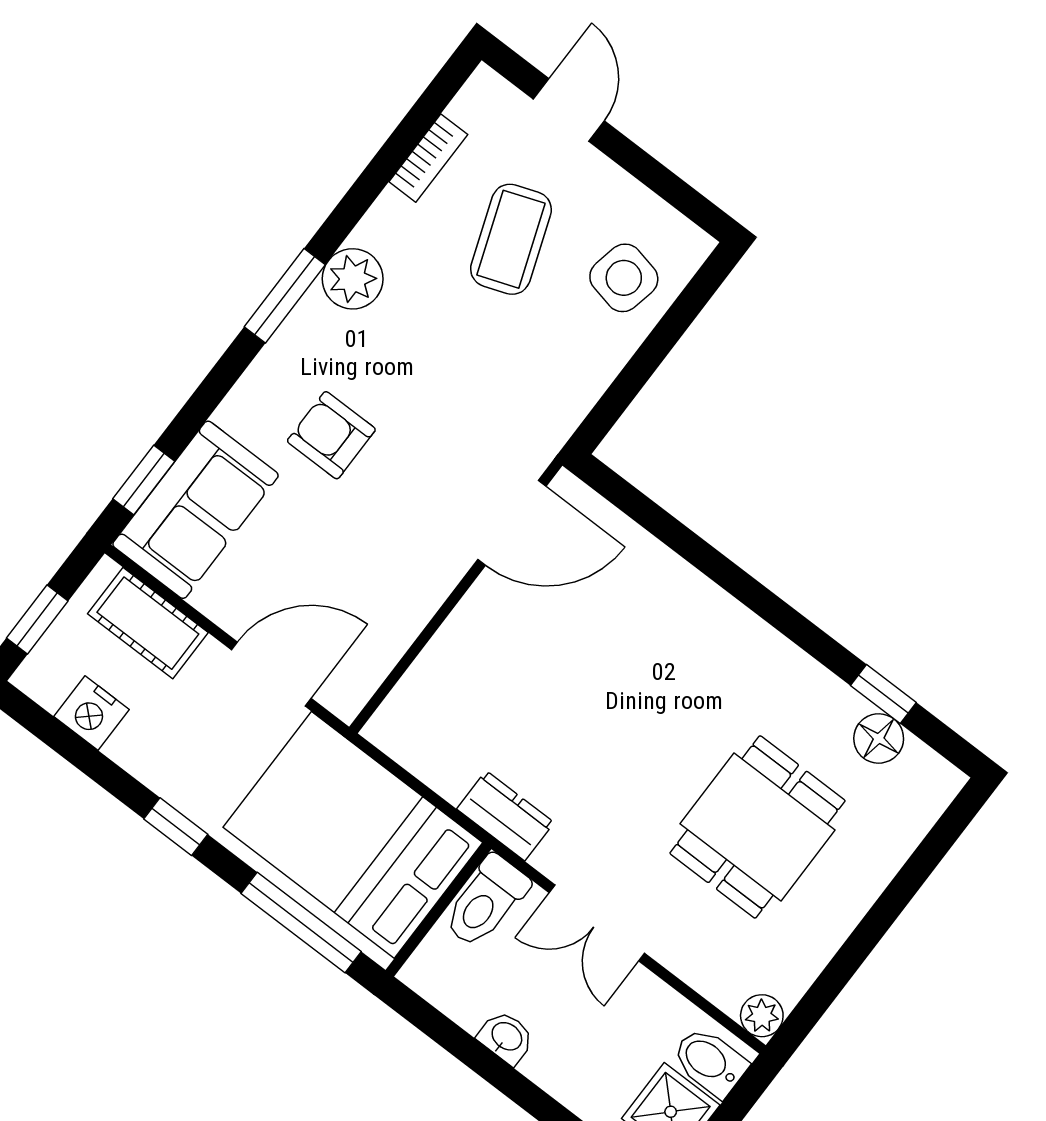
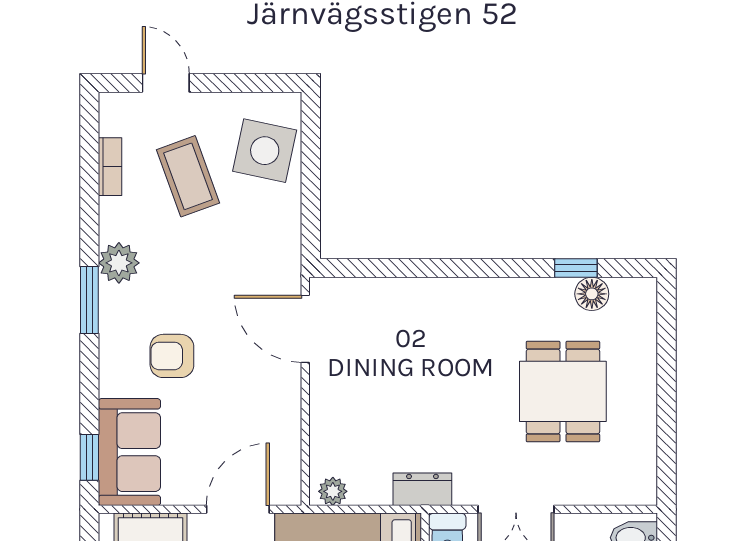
side table: (624, 278) -> (265, 151), width x1.37, depth x1.37
door: (512, 523) -> (305, 329), swing flipped
plant: (762, 1016) -> (333, 491), moved

